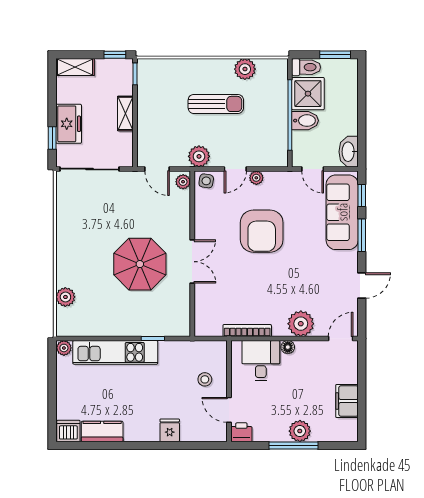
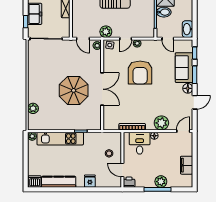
sofa: (342, 212) -> (184, 68), width x0.73
floor lamp: (349, 260) -> (188, 88), added
double door: (192, 262) -> (102, 89), width x1.37
kitchen counter: (102, 431) -> (59, 182), width x1.50

